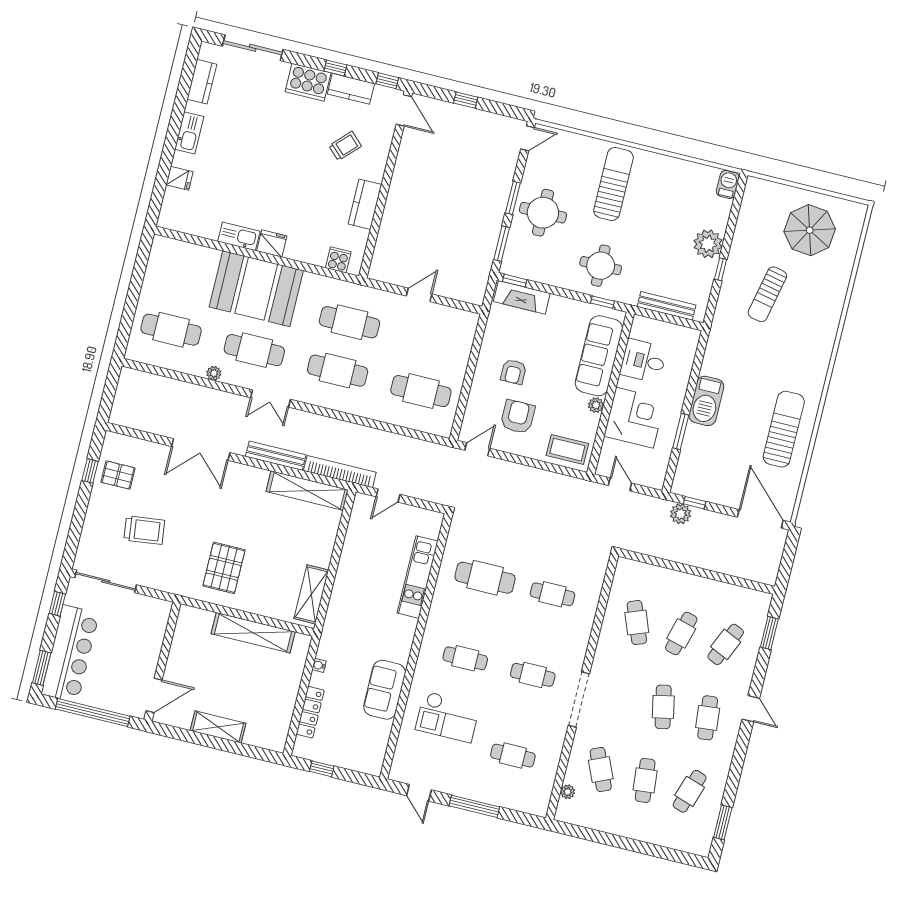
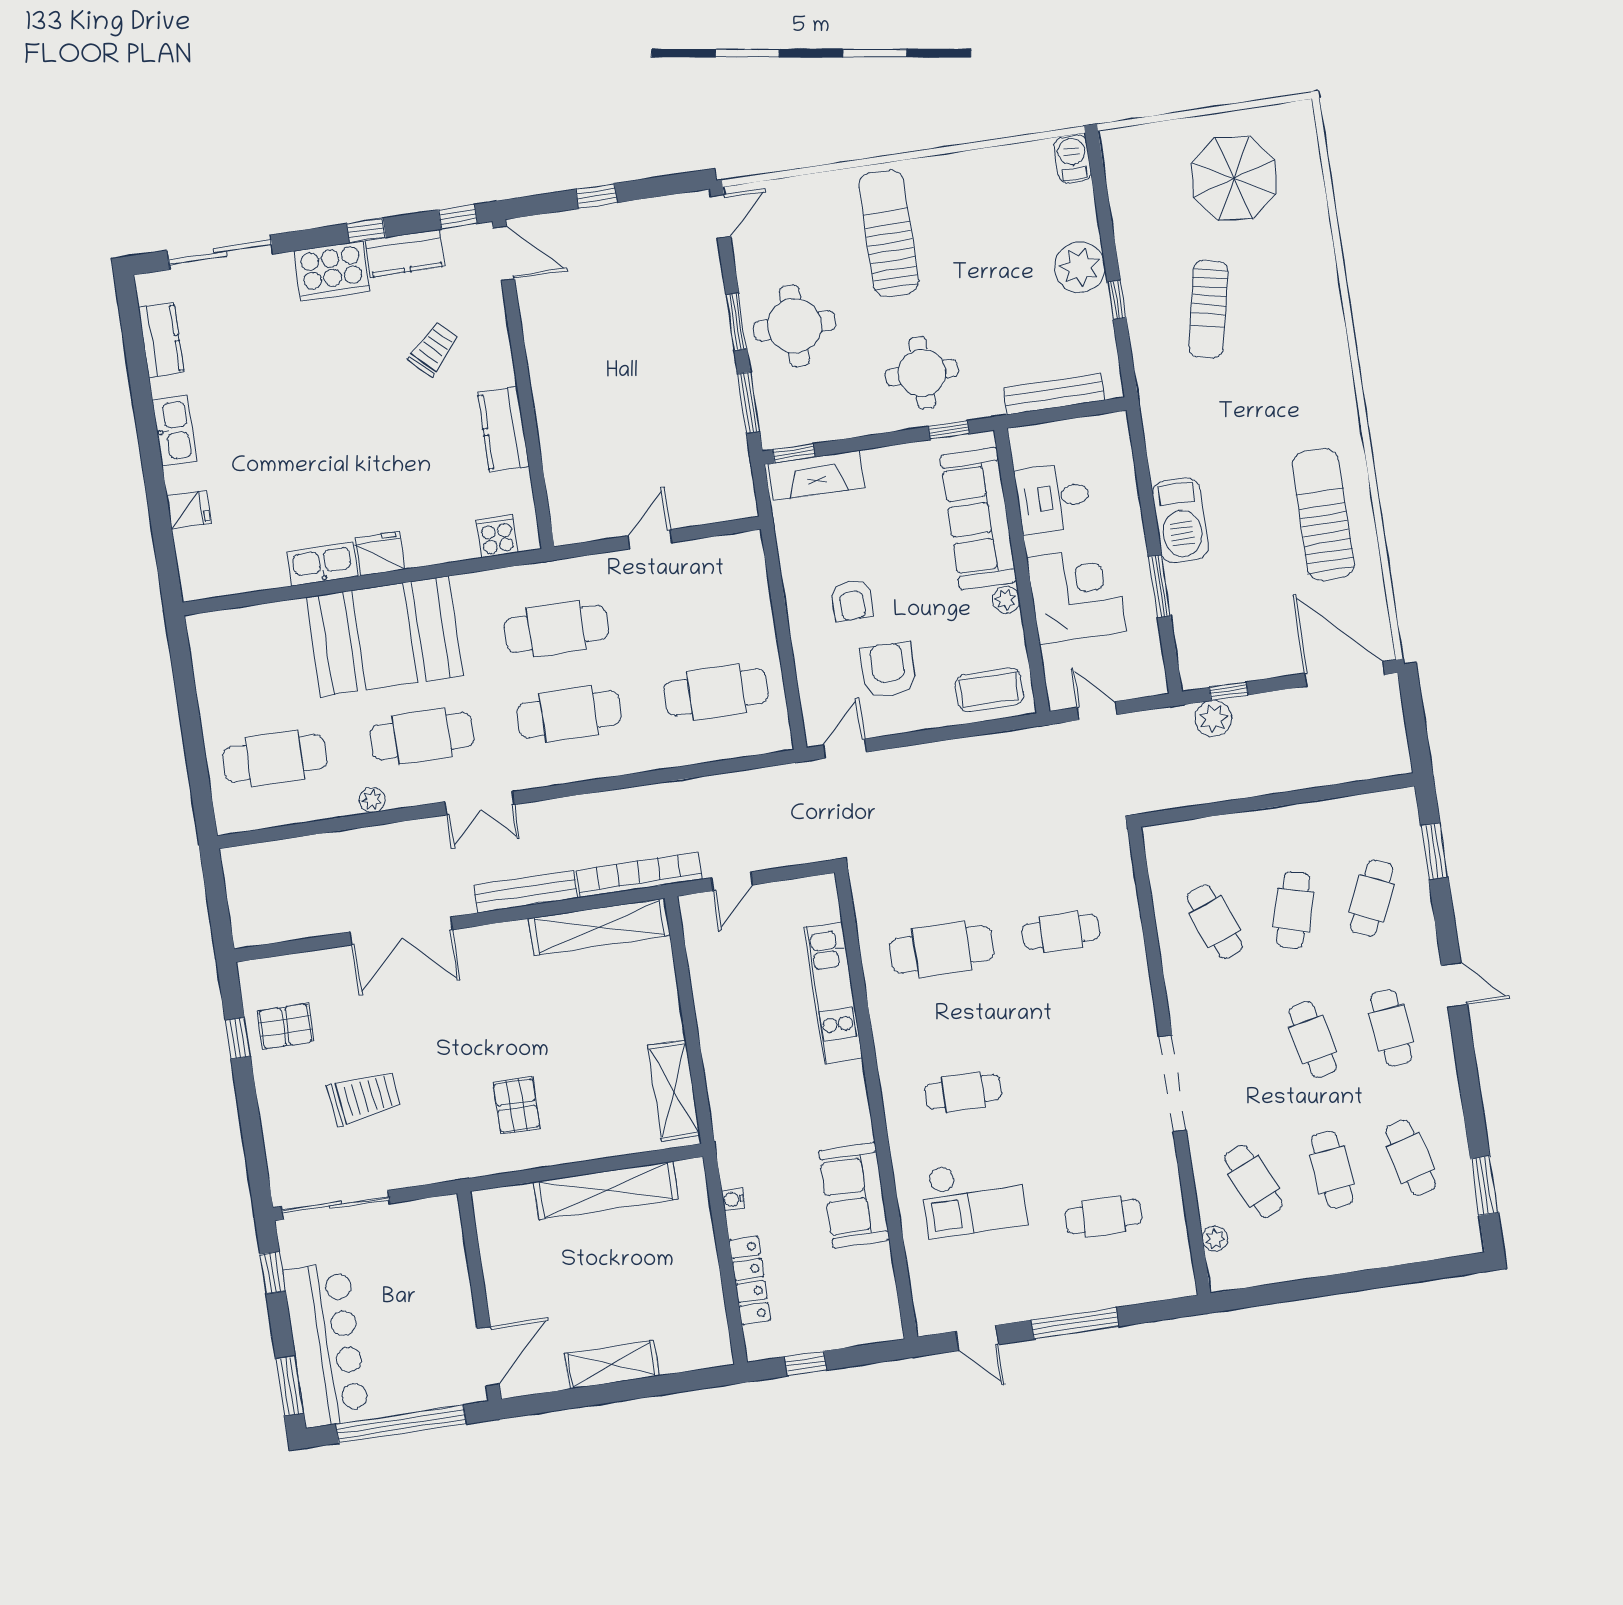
pallet: (224, 568) -> (516, 1106), width x0.67, depth x0.71
cafe table: (533, 675) -> (1082, 1074), removed
cafe table: (690, 791) -> (1411, 1158), turned -33

